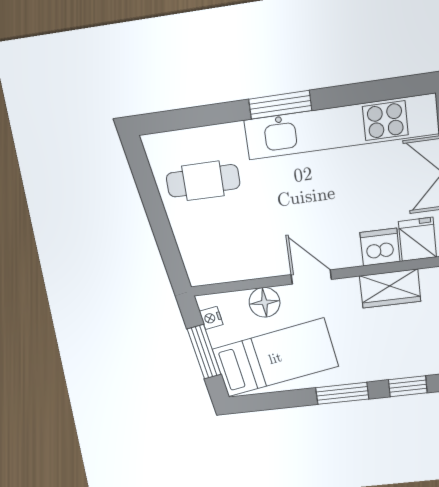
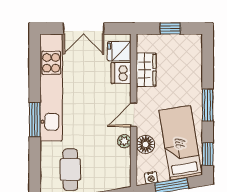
plant: (265, 267) -> (124, 141), added
window: (408, 386) -> (208, 154), moved

